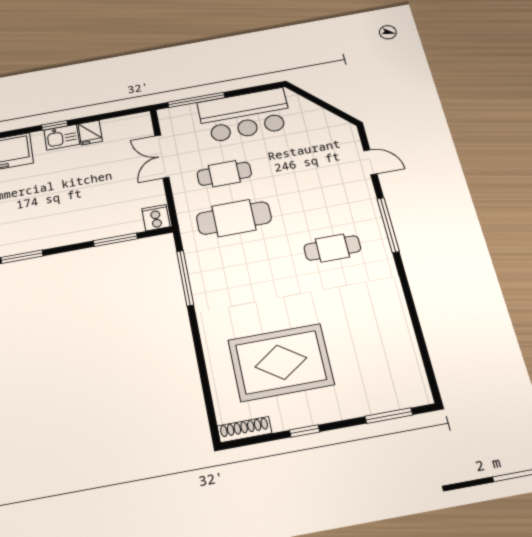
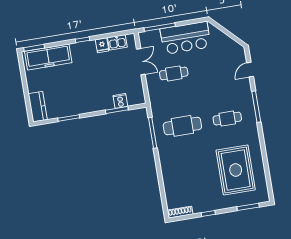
kitchen sink: (62, 137) -> (117, 42), moved
double door: (162, 156) -> (141, 62), swing flipped
door: (370, 162) -> (250, 70), swing flipped
cooker: (156, 218) -> (120, 101), moved
cafe table: (234, 218) -> (182, 126), moved
rug: (281, 362) -> (236, 170), moved, turned 90

